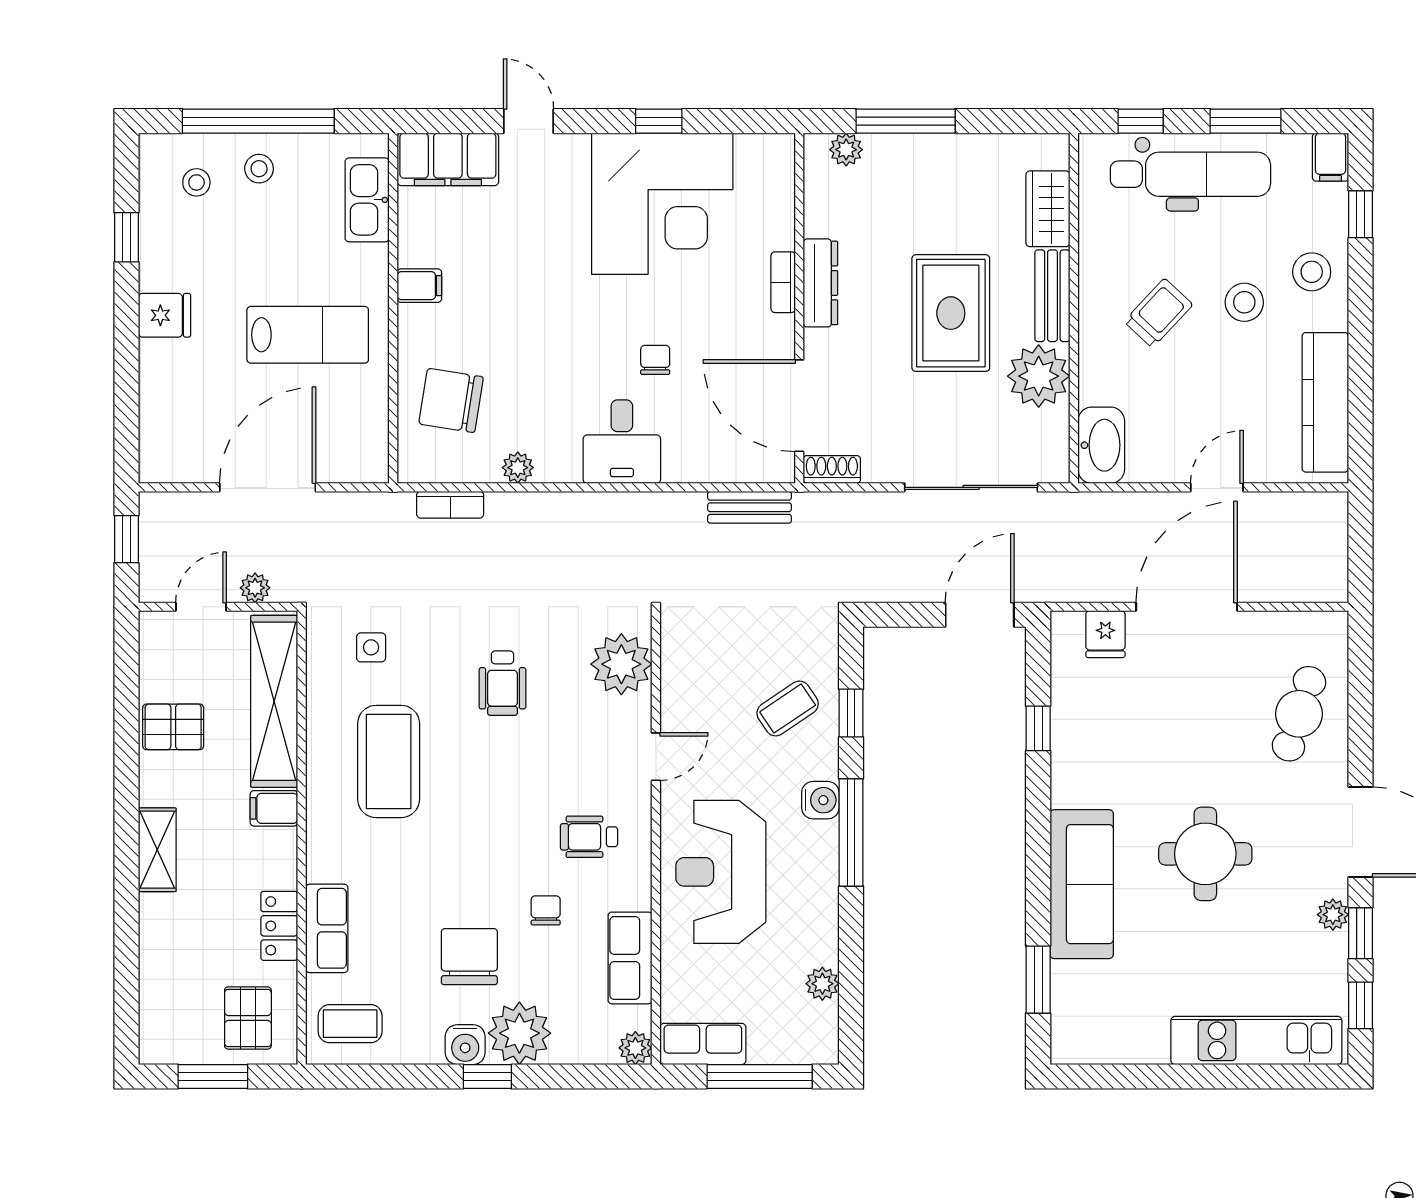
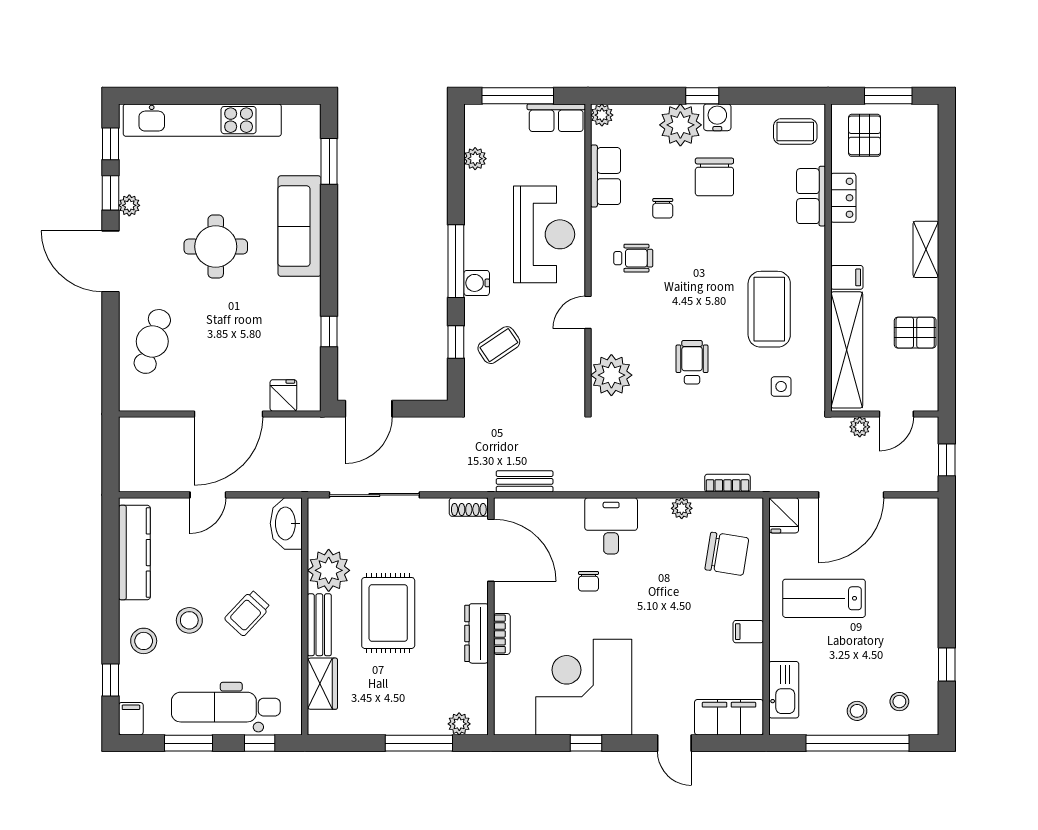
fridge: (165, 315) -> (784, 515), moved, turned -90
kitchen unit: (1256, 1040) -> (202, 120), width x1.36

